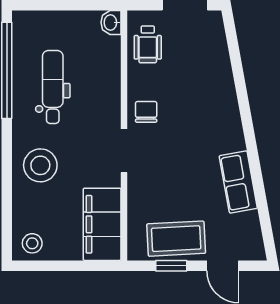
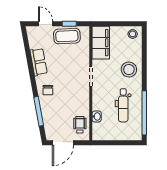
washbasin: (111, 22) -> (97, 116), moved
window: (238, 74) -> (39, 111), added
chair: (146, 112) -> (48, 90), moved

